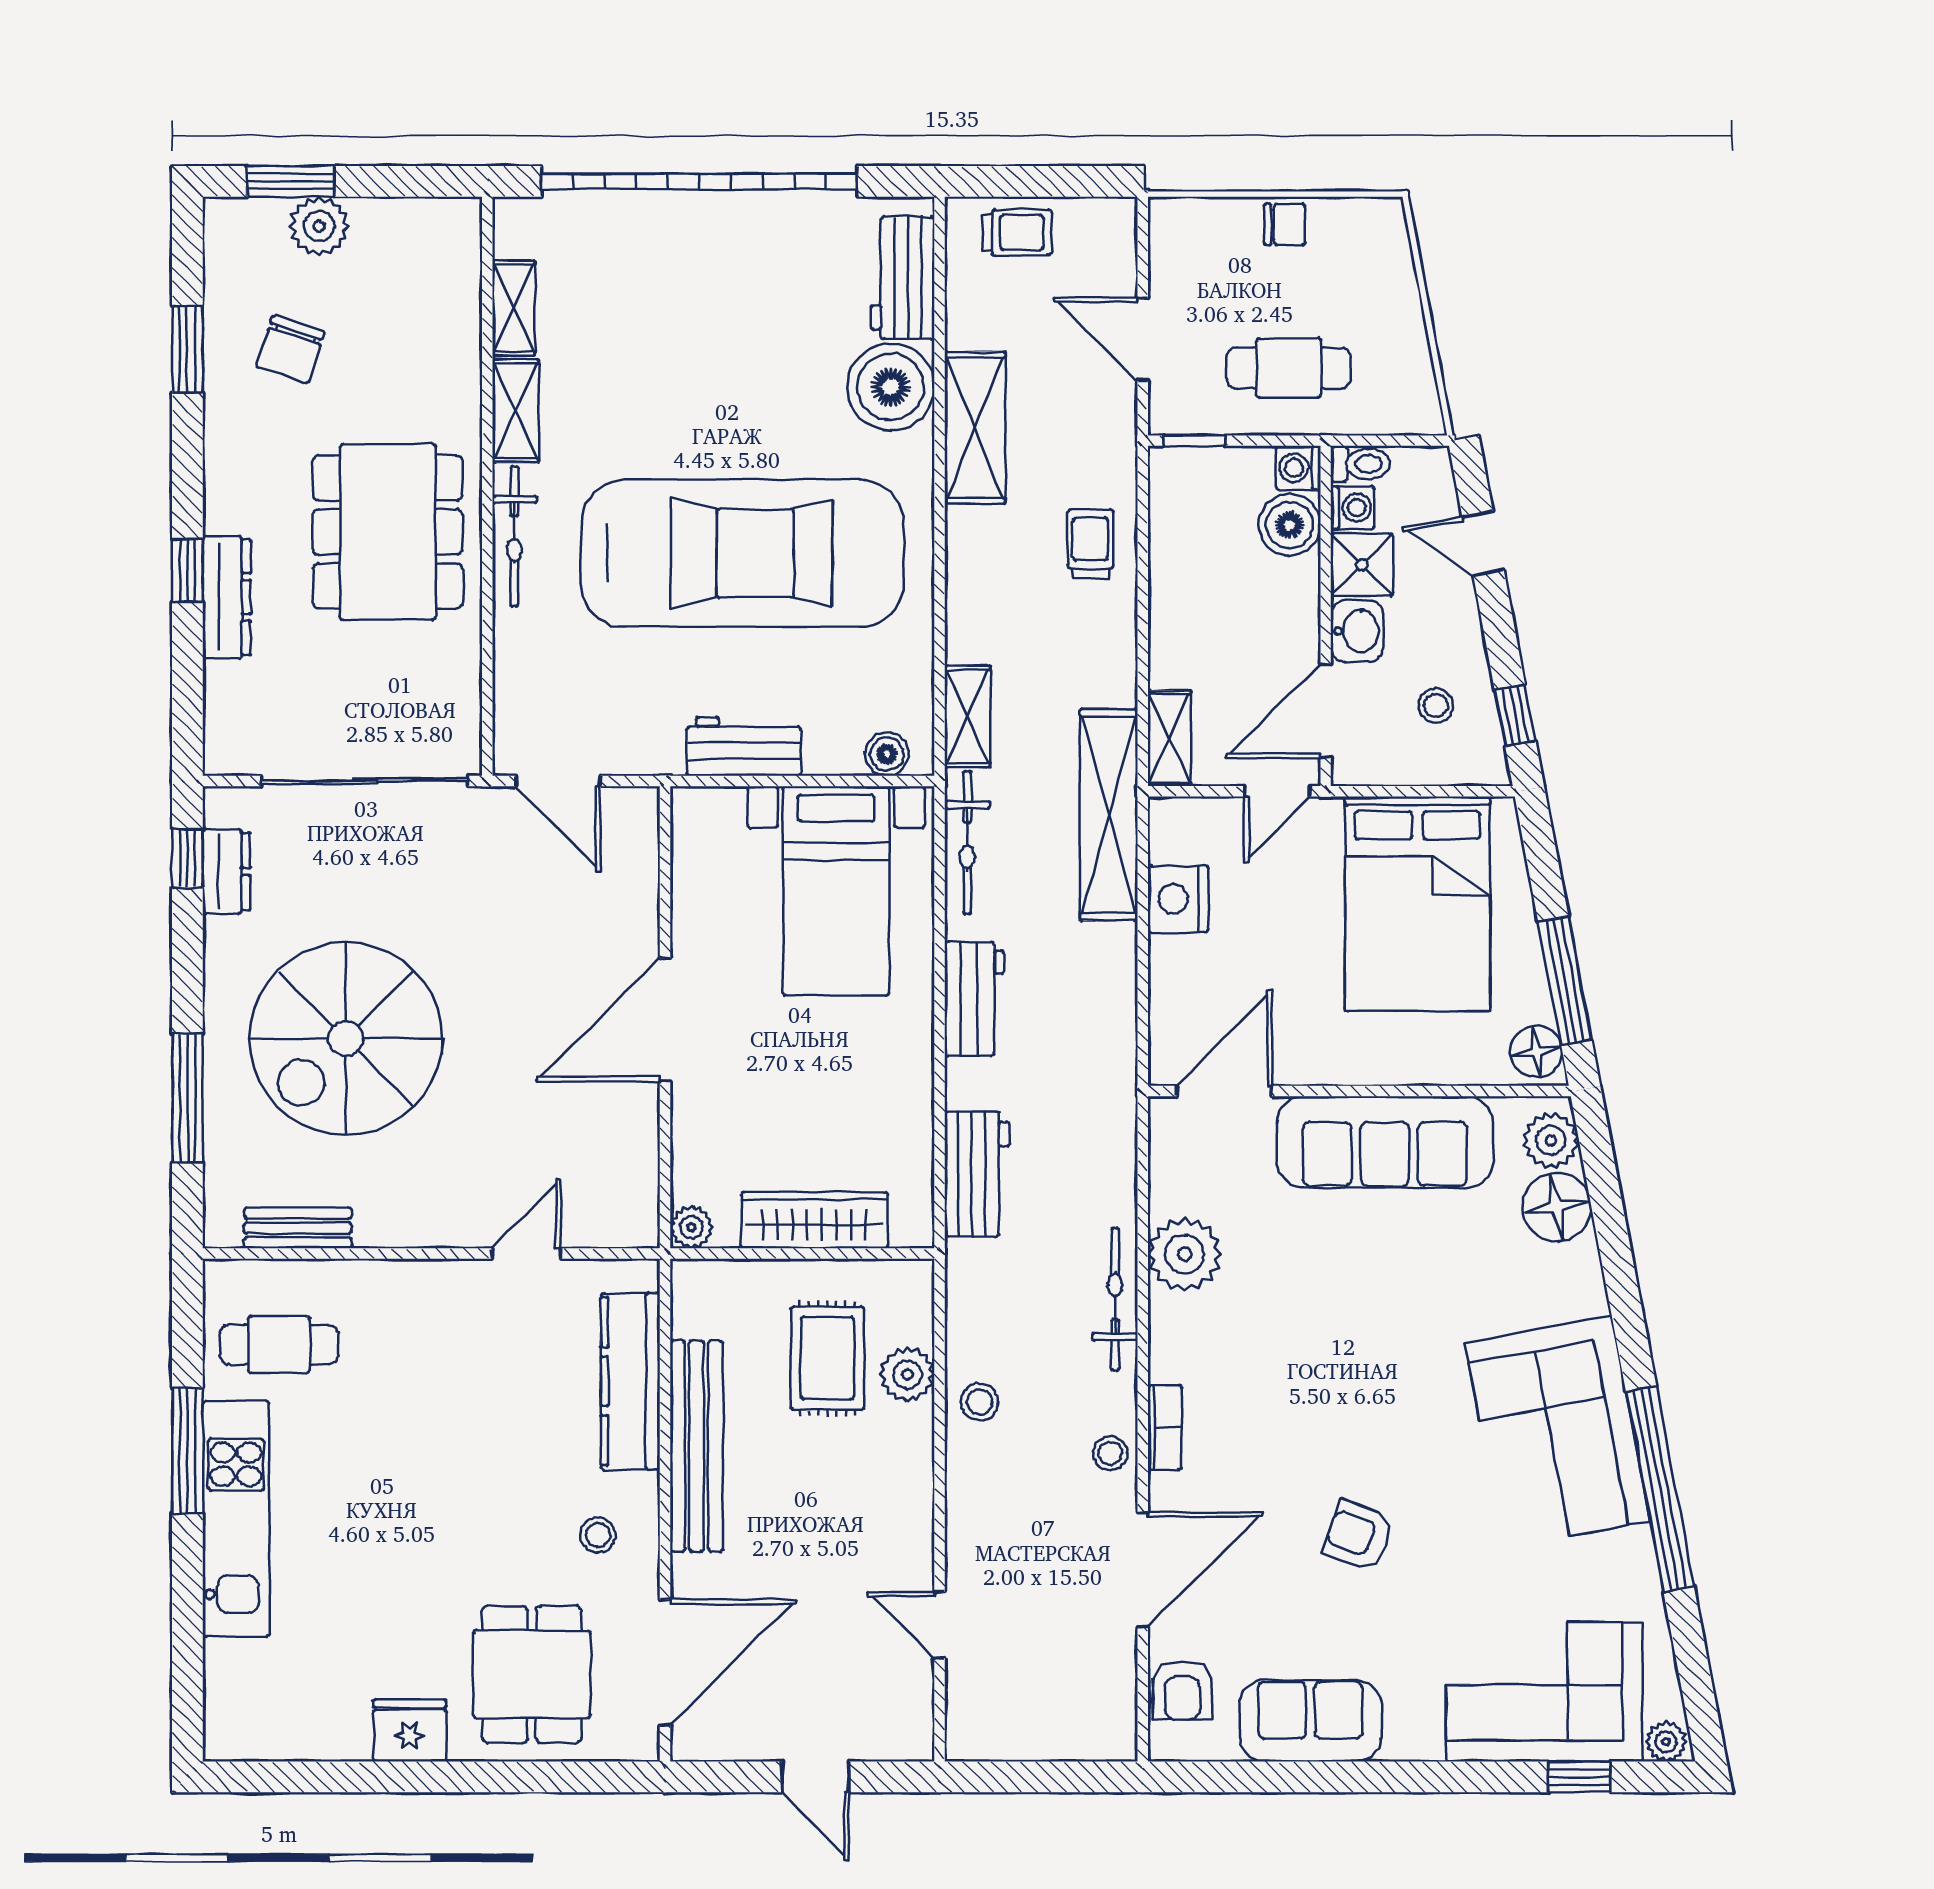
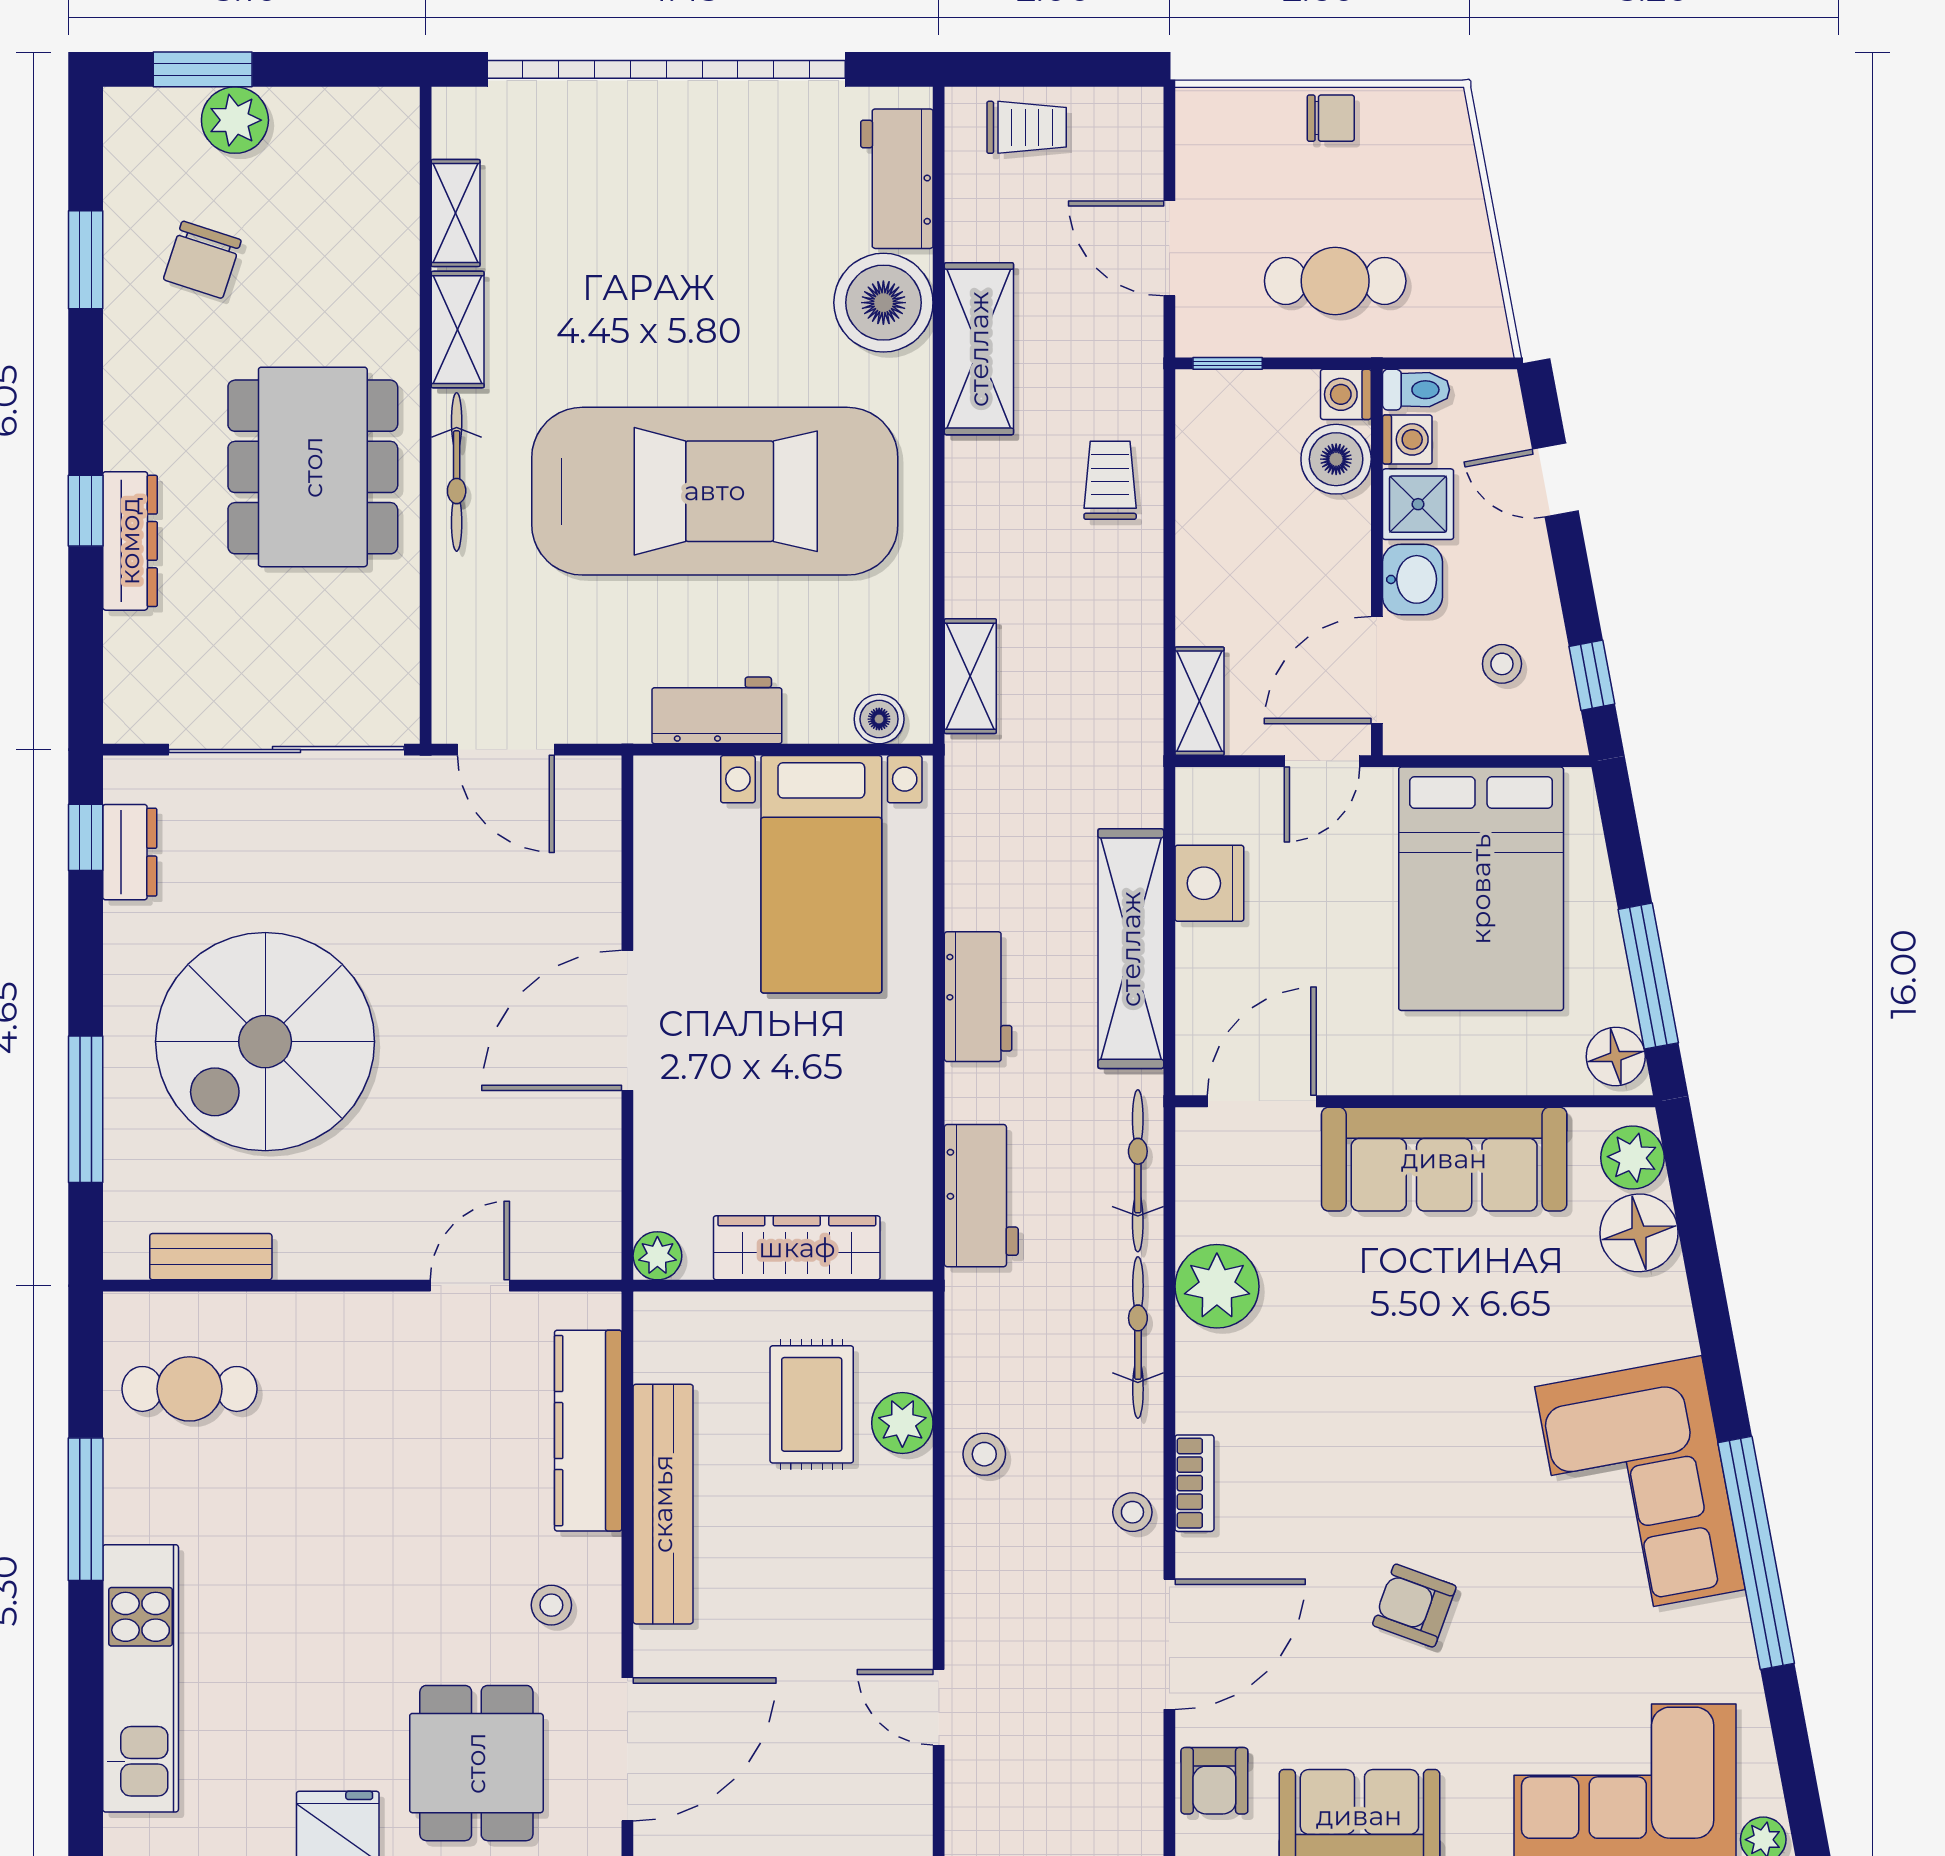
shelving: (1109, 815) -> (1131, 949), moved
bicycle: (967, 843) -> (1138, 1171), moved, turned 180
kitchen unit: (236, 1519) -> (141, 1678), moved

